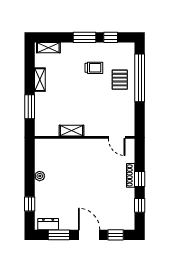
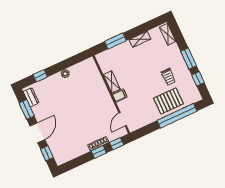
pallet: (120, 80) -> (169, 101), width x1.50, depth x1.42
filing cabinet: (90, 129) -> (120, 96), added
window: (140, 205) -> (117, 144), moved

